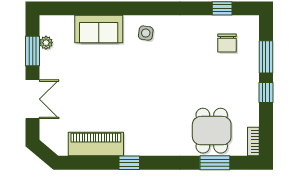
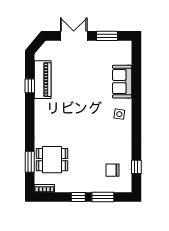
plant: (46, 43) -> (113, 45), removed
double door: (33, 99) -> (74, 36), swing flipped
window: (129, 163) -> (30, 86), moved

